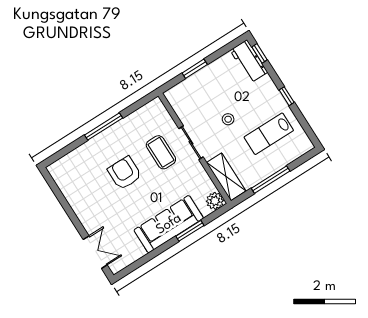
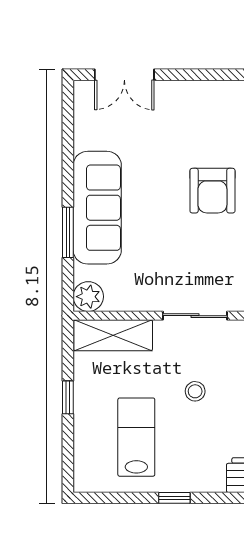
coffee table: (161, 152) -> (209, 263), removed
armchair: (125, 173) -> (212, 191), turned 90
window: (271, 180) -> (68, 397), width x0.46

